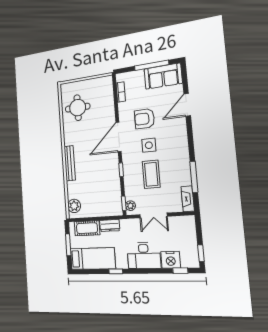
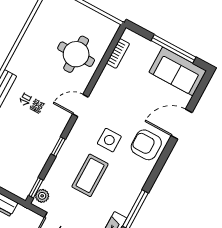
round table: (78, 108) -> (76, 54), moved
armchair: (144, 119) -> (146, 145), moved
door: (119, 137) -> (80, 106), width x0.53

